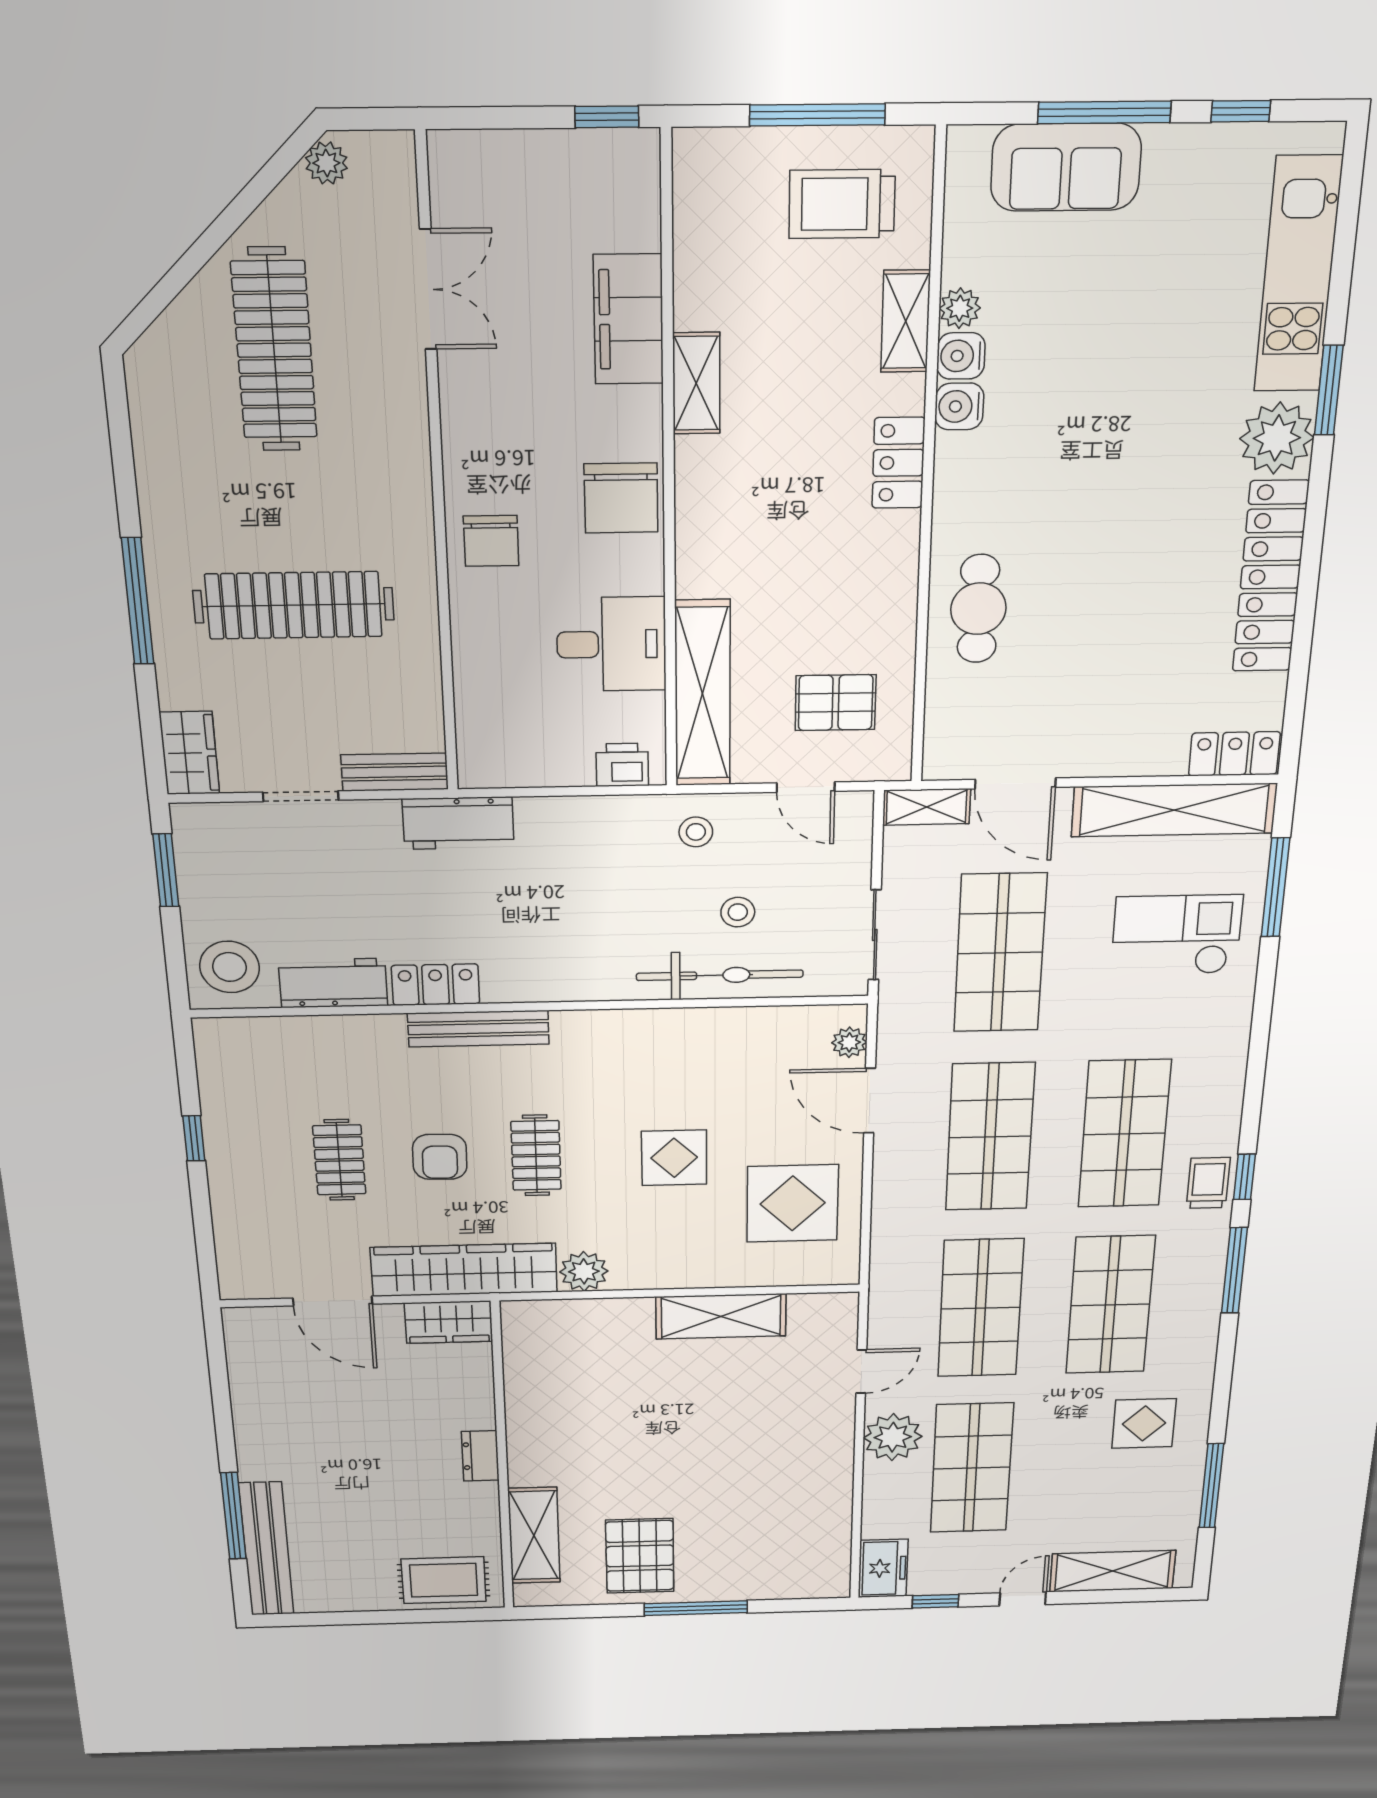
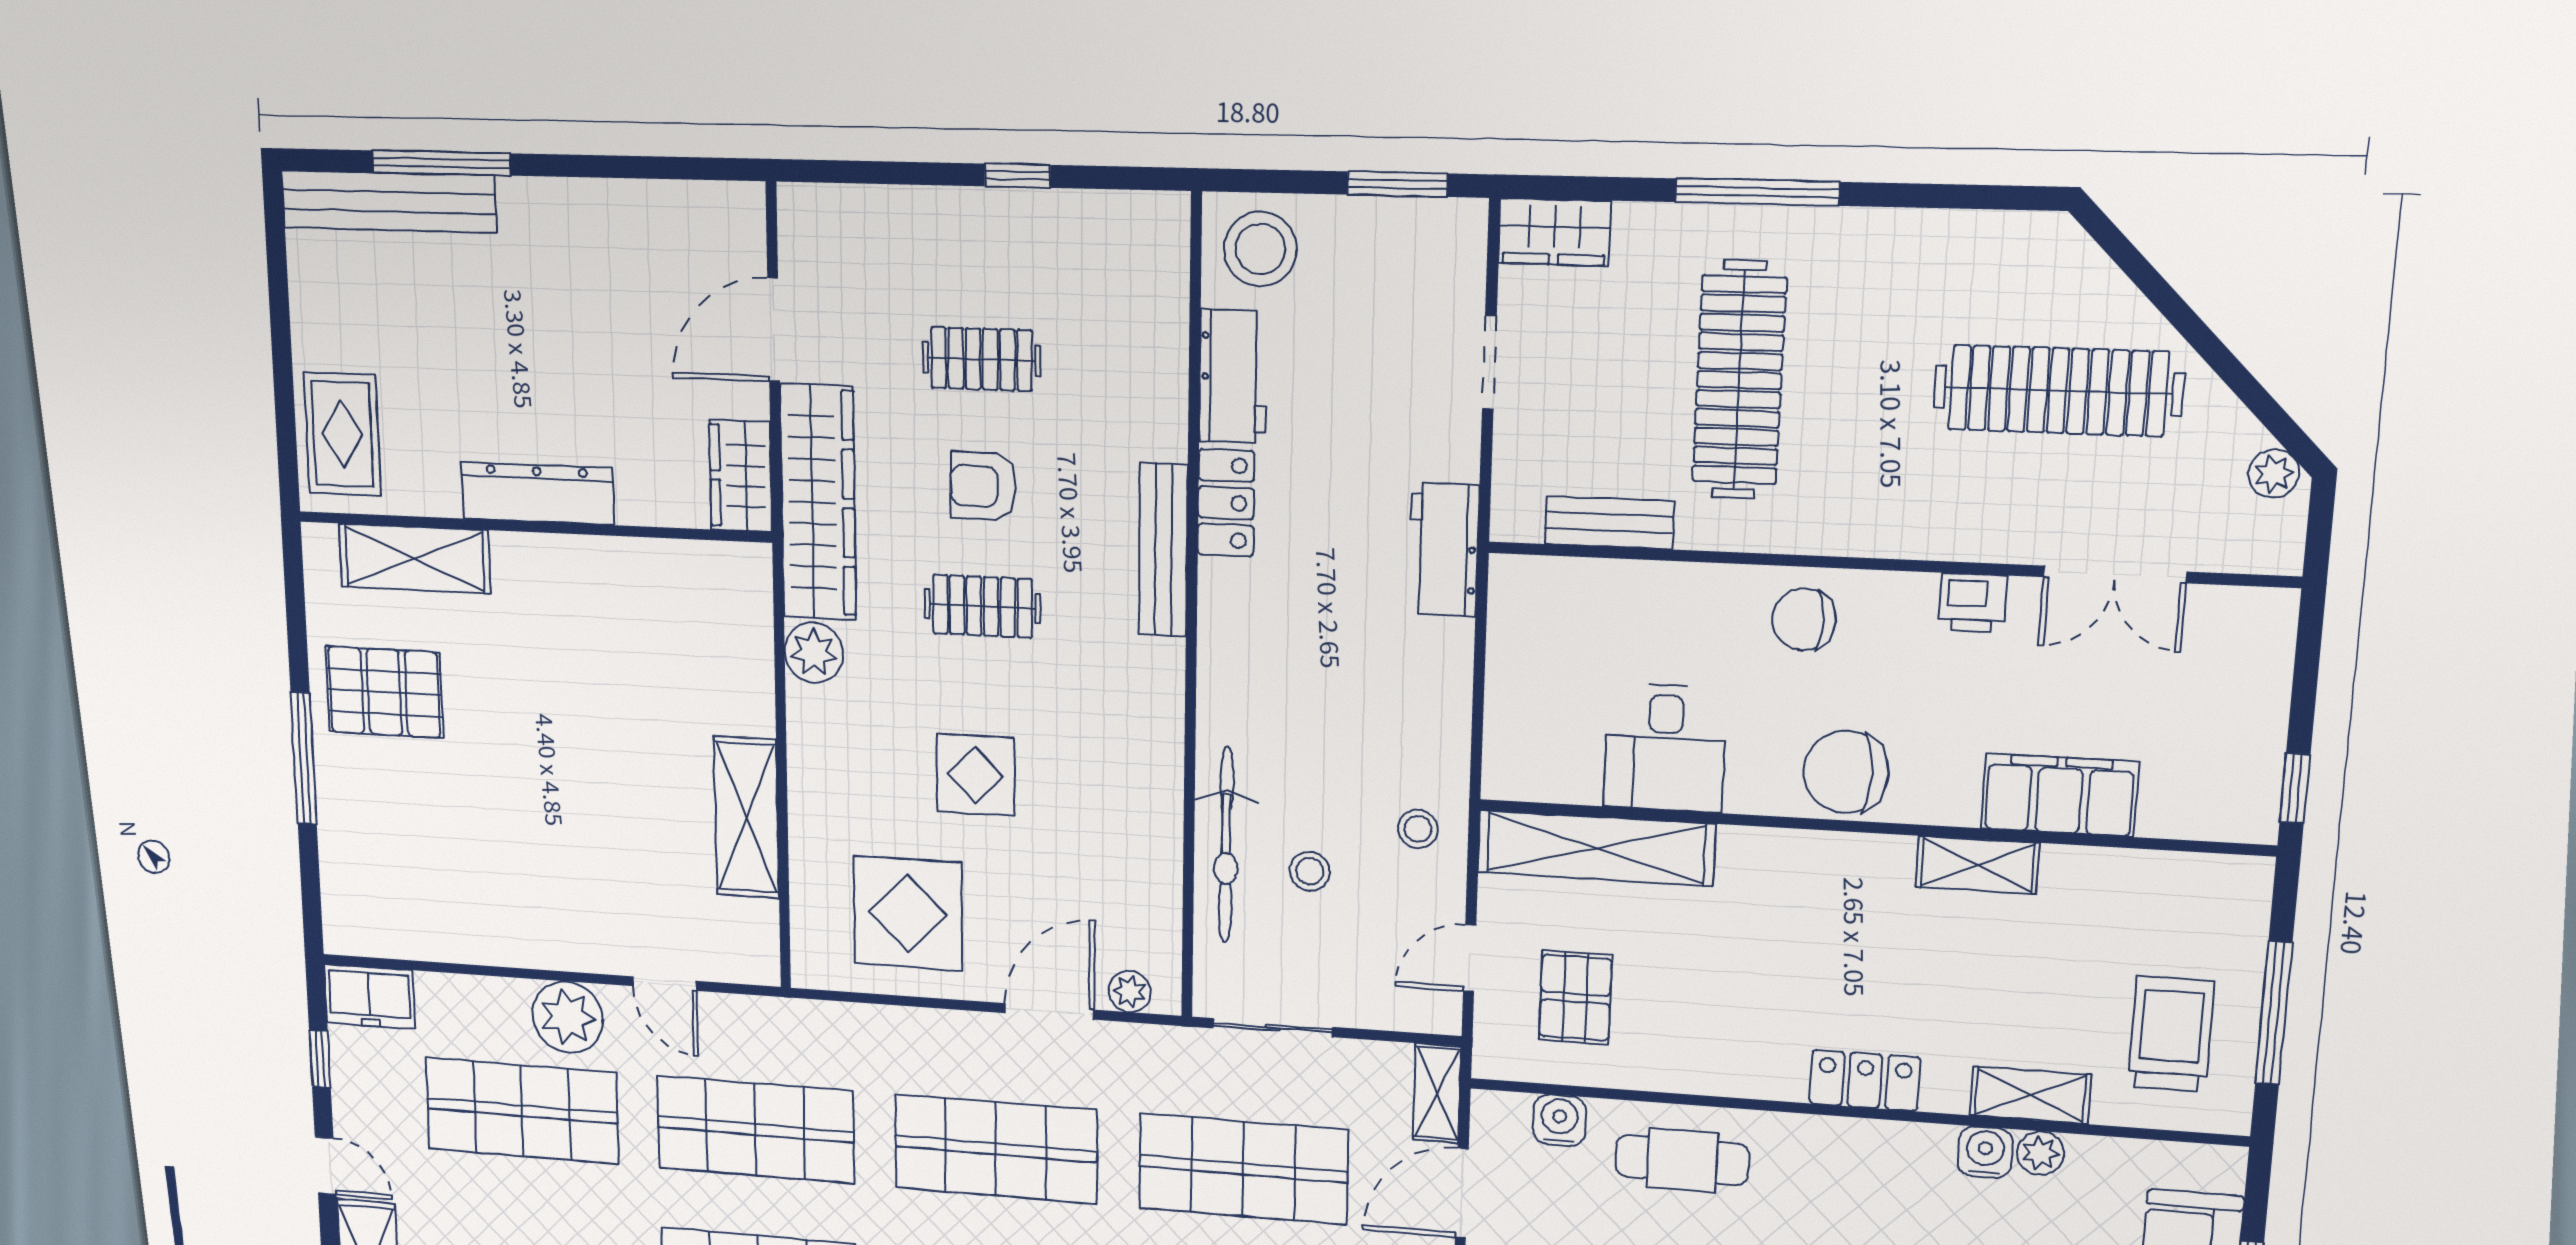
water cooler: (959, 406) -> (1560, 1120), moved
printer: (622, 765) -> (1973, 603), moved, turned 90
bench: (395, 772) -> (1609, 523), moved, turned 90
dresser: (480, 1456) -> (537, 493), width x1.96, depth x1.24

